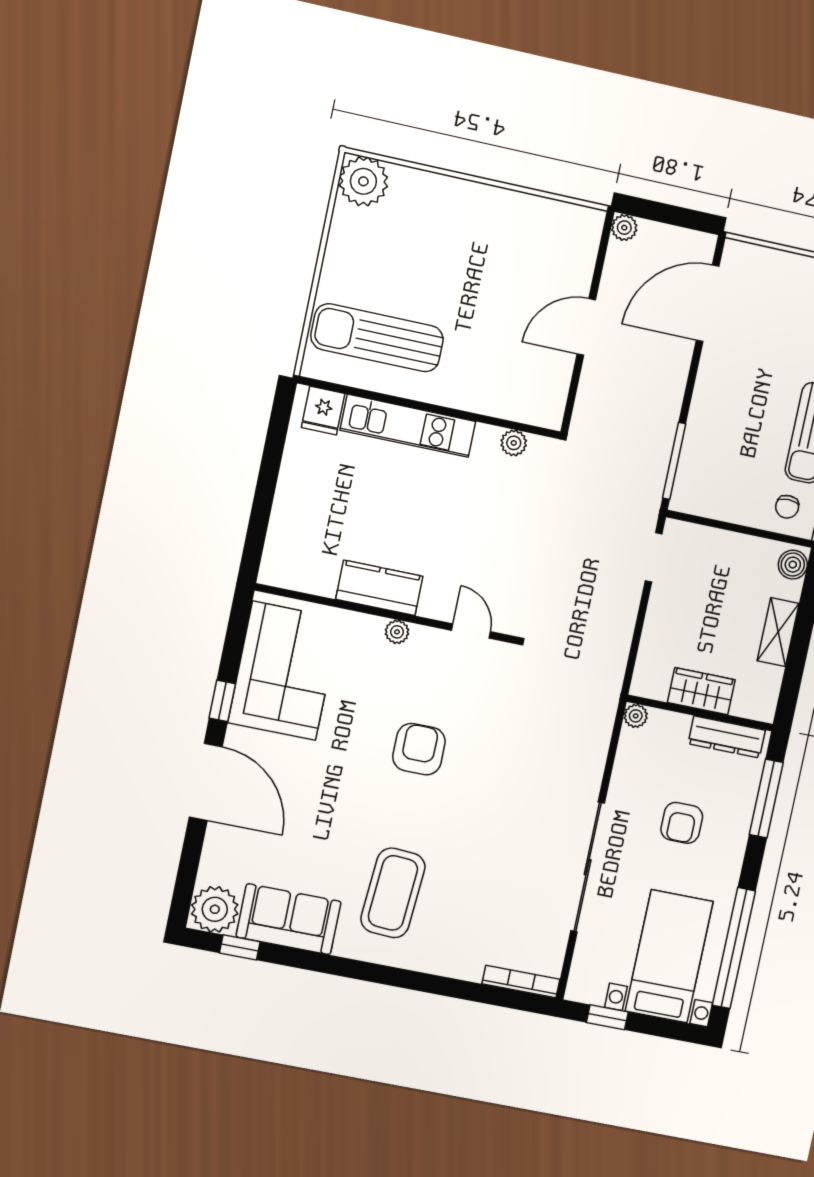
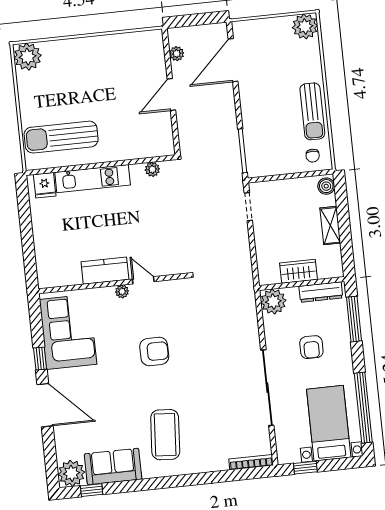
plant: (624, 228) -> (177, 54), moved
door: (471, 631) -> (143, 280), moved
plant: (636, 716) -> (273, 302), width x1.88, depth x1.88
armchair: (419, 749) -> (154, 351), turned 90

